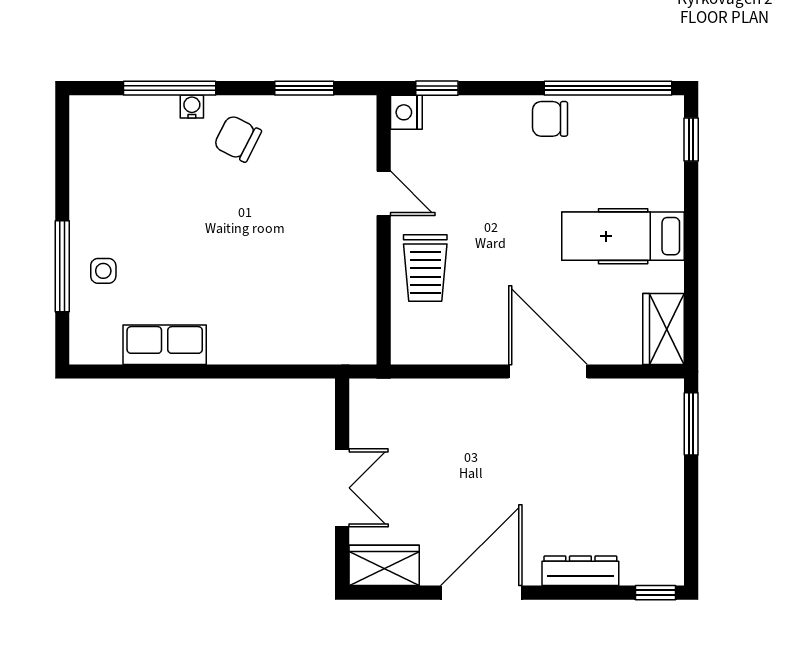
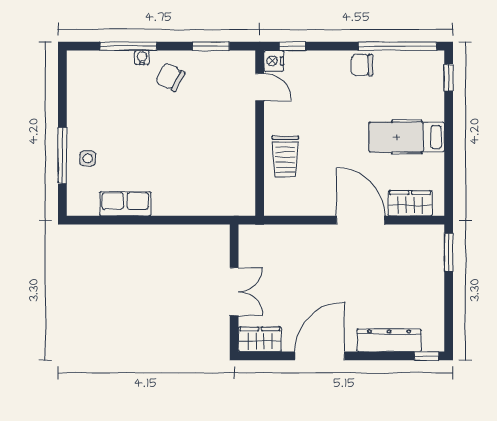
door: (384, 193) -> (260, 87), moved
wardrobe: (664, 329) -> (410, 203), moved, turned 90
dresser: (580, 571) -> (389, 340), width x1.37, depth x1.24

